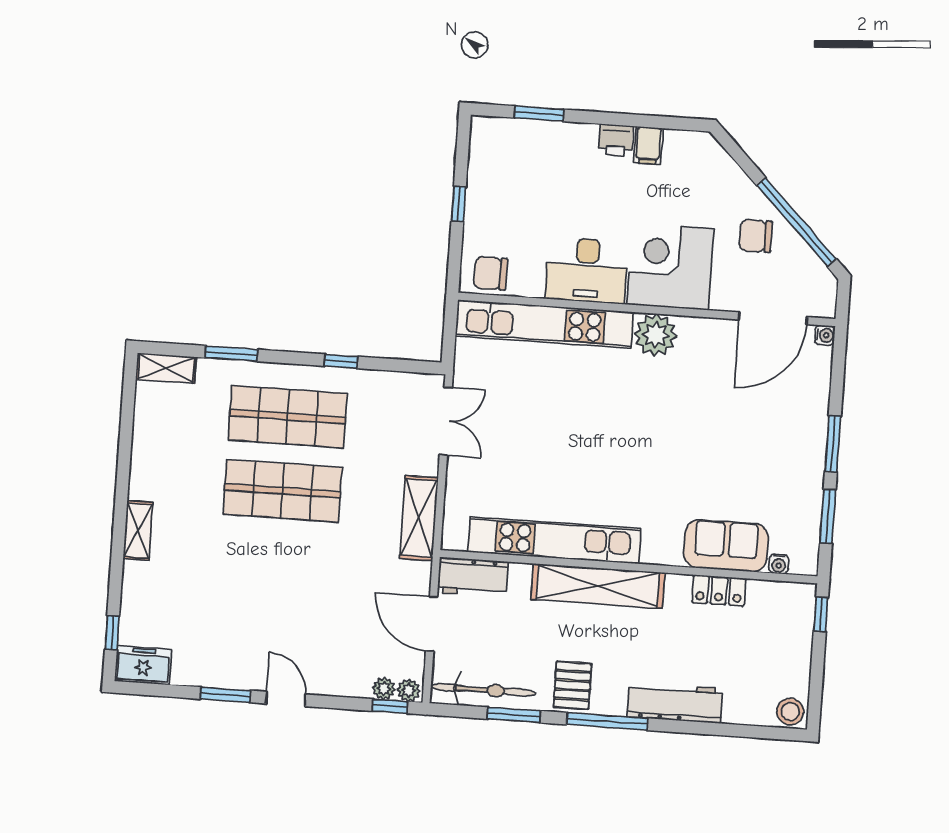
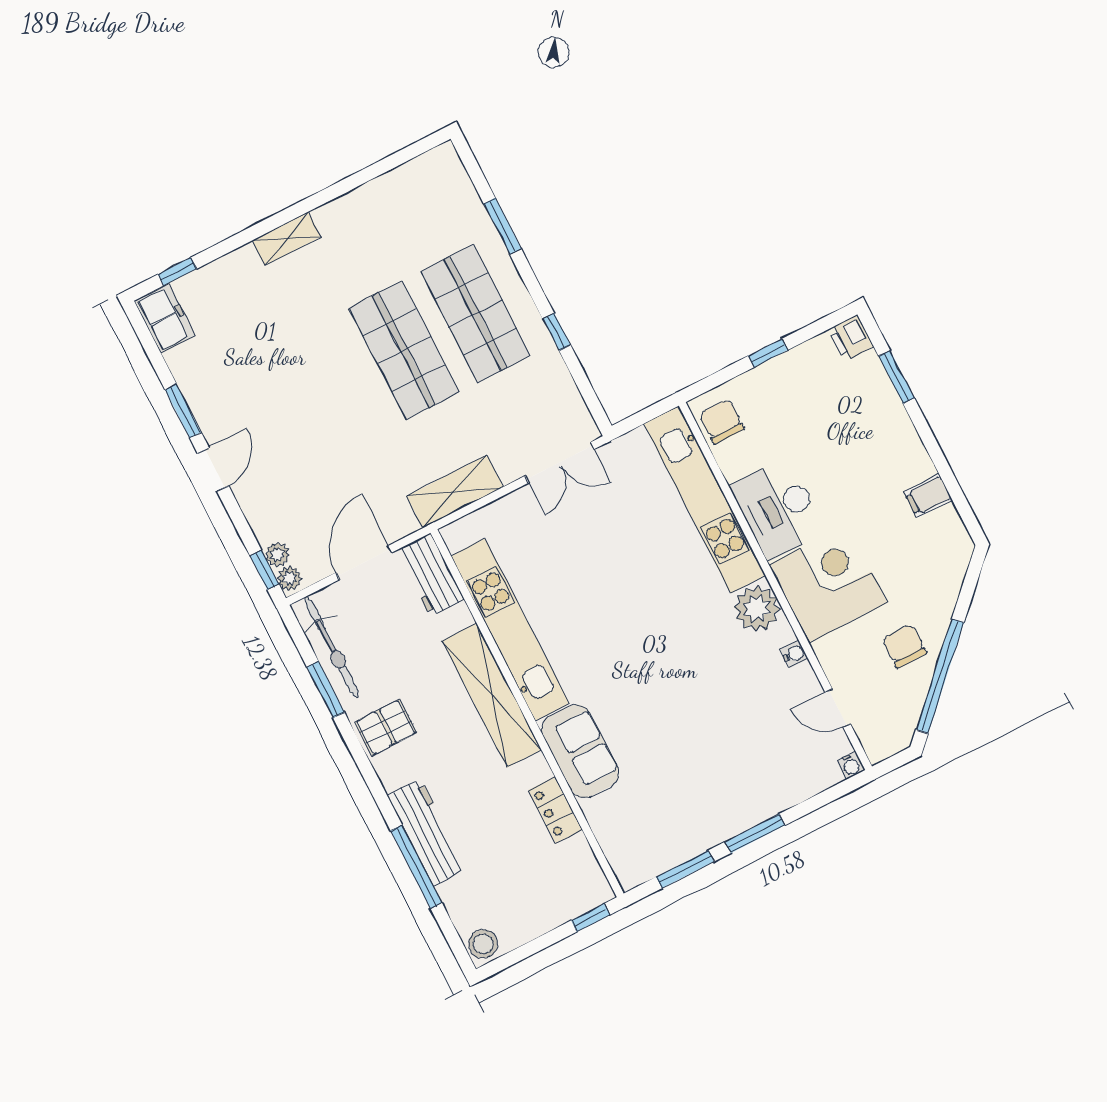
printer: (616, 140) -> (851, 338), moved
door: (773, 318) -> (838, 708), width x0.53
shelving: (166, 368) -> (452, 174), removed
sofa: (726, 546) -> (580, 751), moved
water cooler: (779, 564) -> (794, 654), moved, turned 180
window: (607, 721) -> (416, 867), moved

